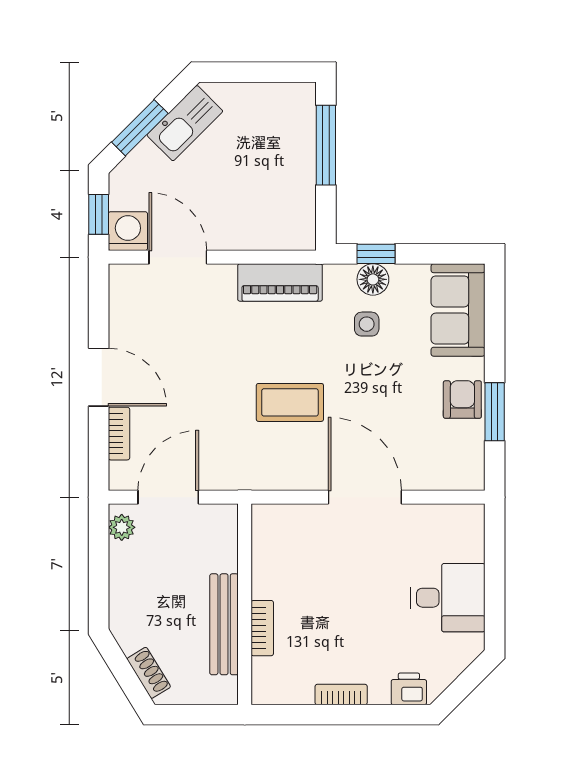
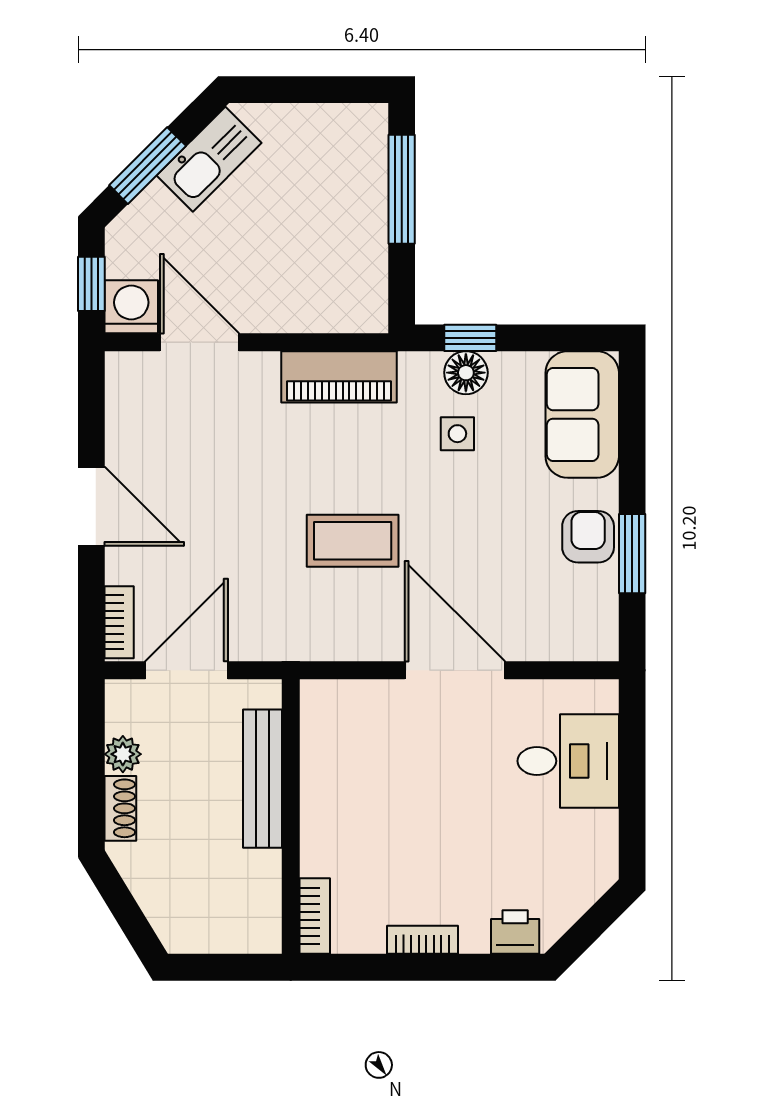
bookcase: (119, 434) -> (119, 622), moved
plant: (122, 527) -> (123, 754), moved
desk: (448, 598) -> (568, 761), moved
bench: (224, 624) -> (263, 779), moved
bookcase: (262, 628) -> (315, 916), moved
shoe rack: (149, 673) -> (120, 808), moved, turned 31

